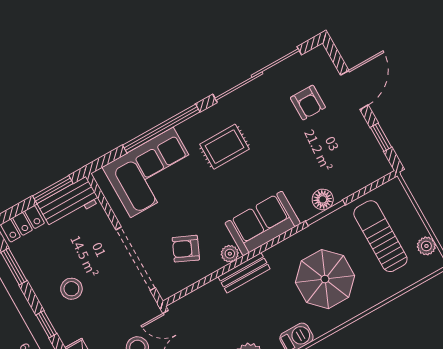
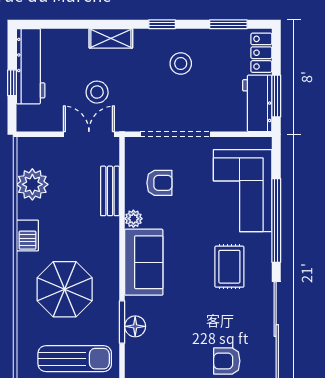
armchair: (186, 249) -> (159, 183), turned 66
bench: (244, 273) -> (110, 191), moved

